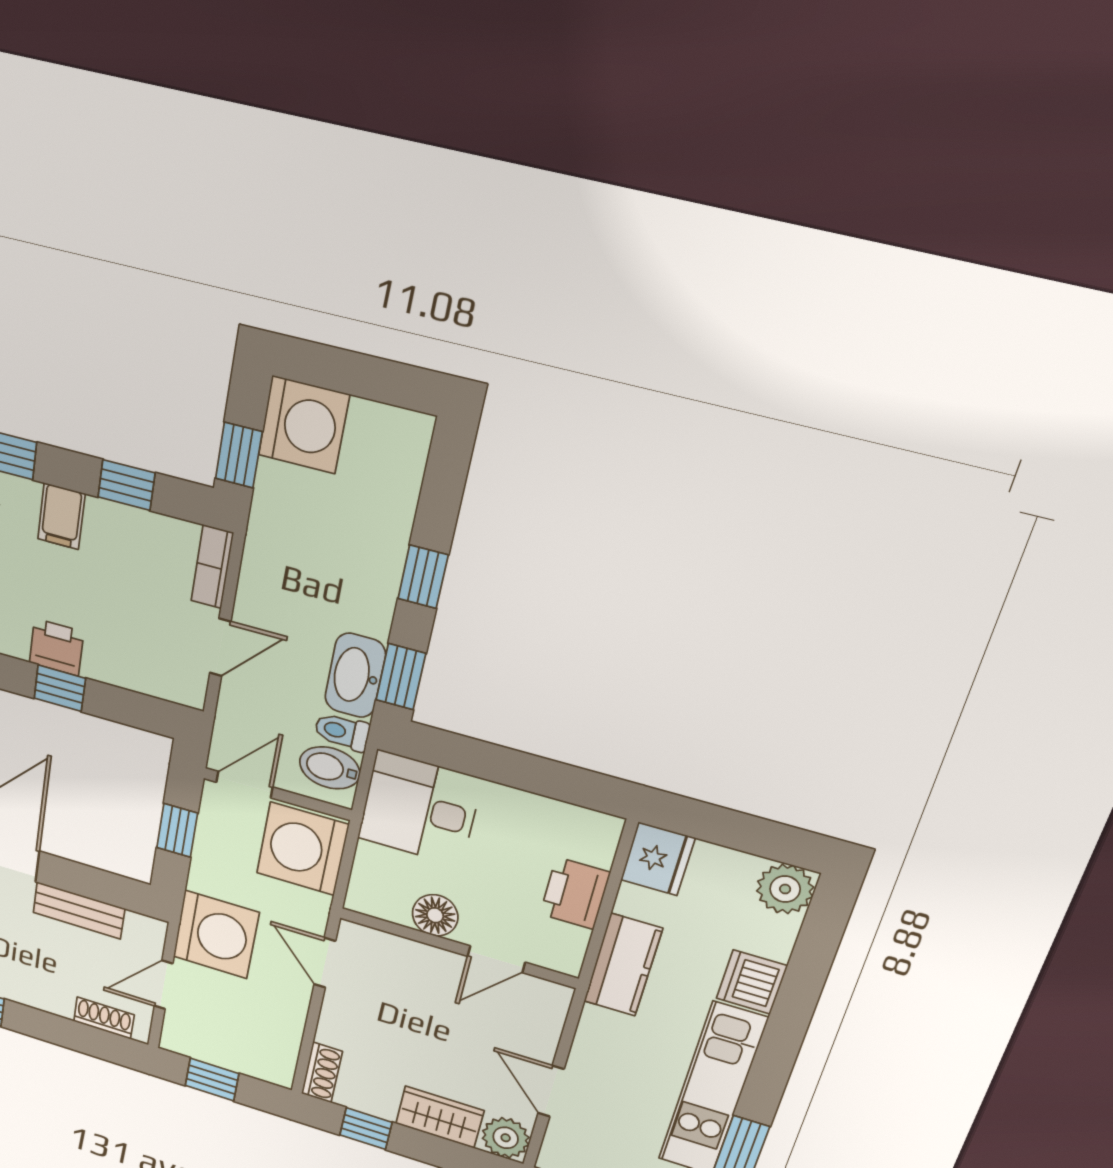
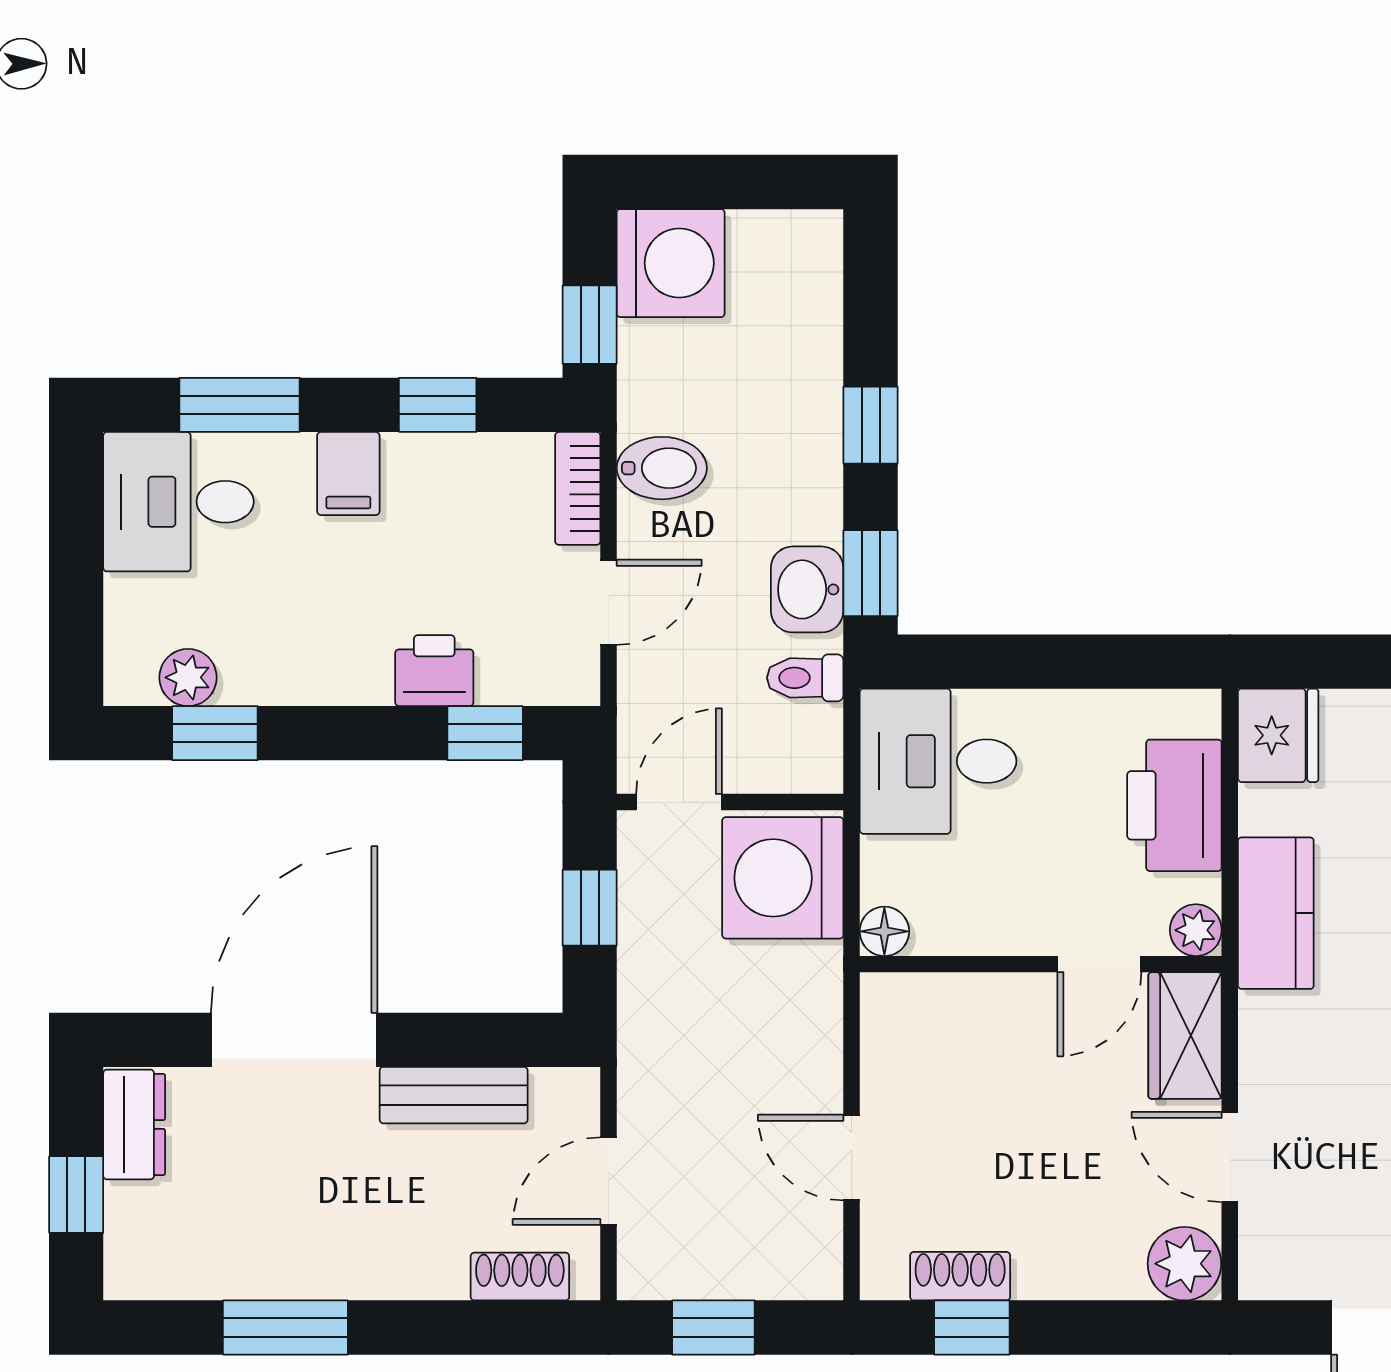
printer: (57, 647) -> (434, 671), moved
washbasin: (355, 675) -> (807, 589), width x0.72
window: (60, 688) -> (485, 733), moved
bidet: (330, 768) -> (662, 468), moved, turned 180
printer: (575, 893) -> (1174, 805), width x1.37, depth x1.19
floor lamp: (435, 915) -> (884, 931), moved, width x0.73, depth x0.73
washing machine: (216, 935) -> (677, 1064), removed
plant: (566, 959) -> (1196, 930), added
door: (325, 963) -> (852, 1158), moved
shoe rack: (322, 1073) -> (960, 1276), moved, turned -90
wardrobe: (440, 1117) -> (1185, 1036), moved, turned -90

